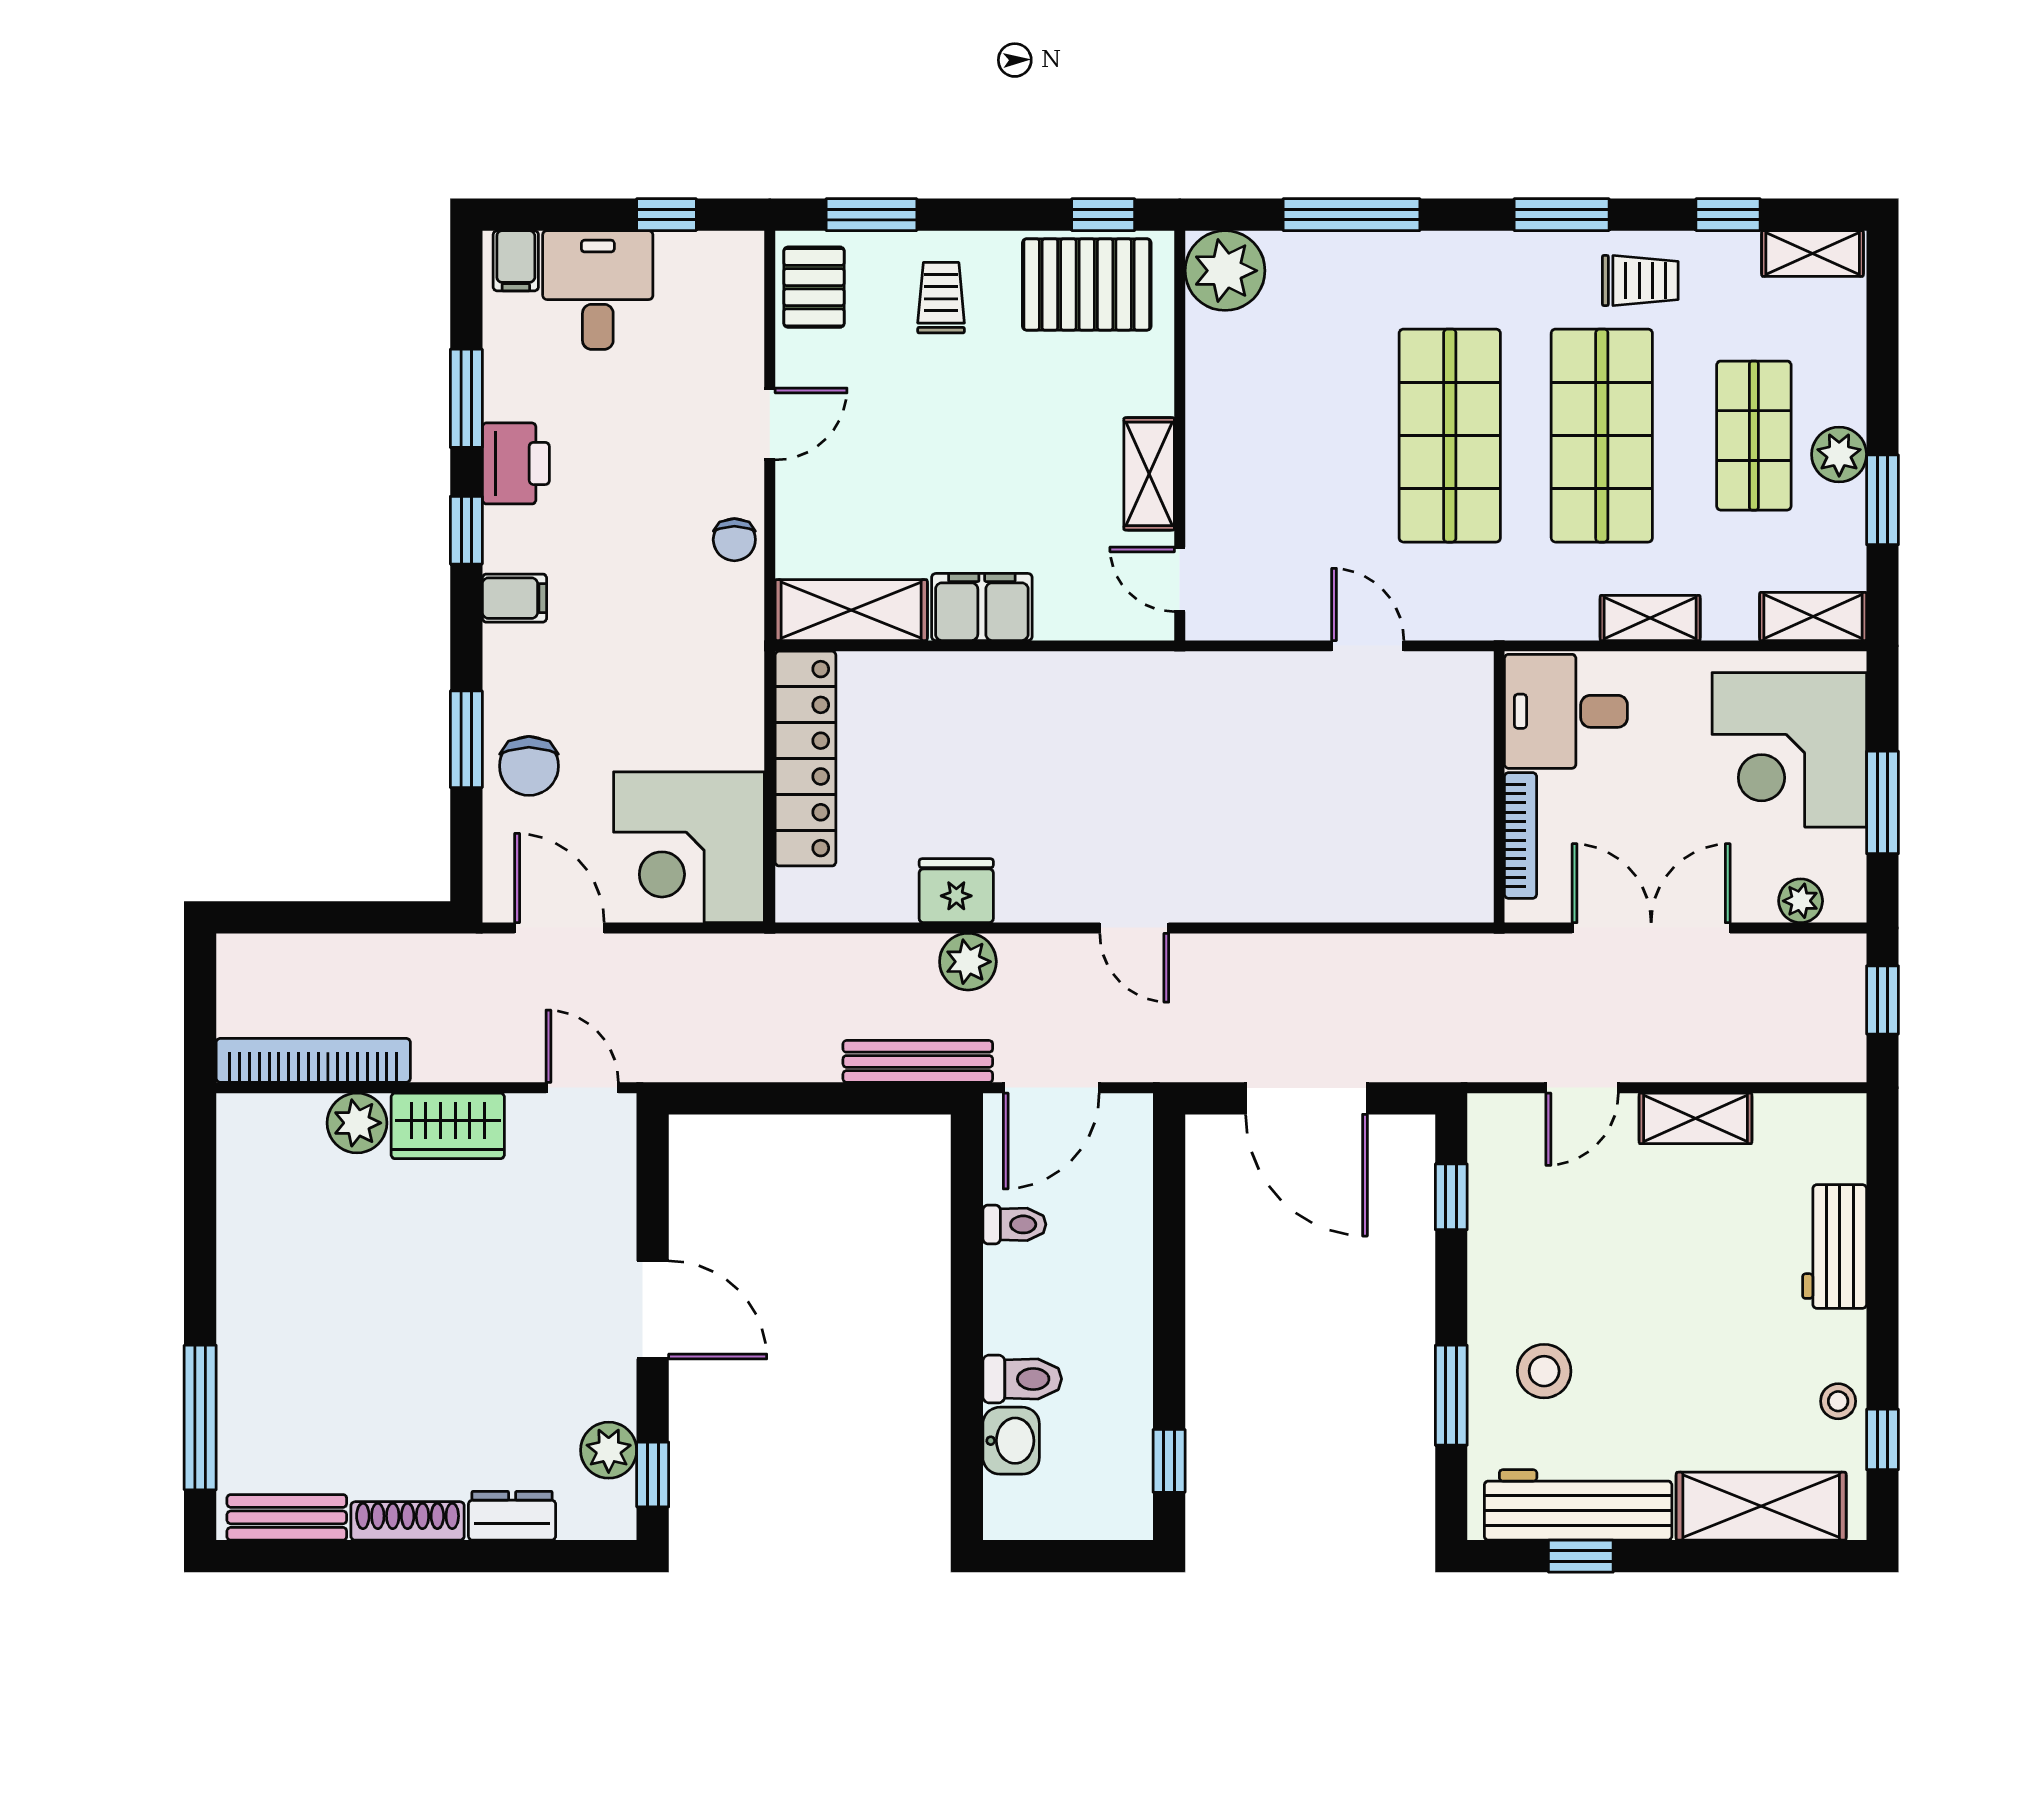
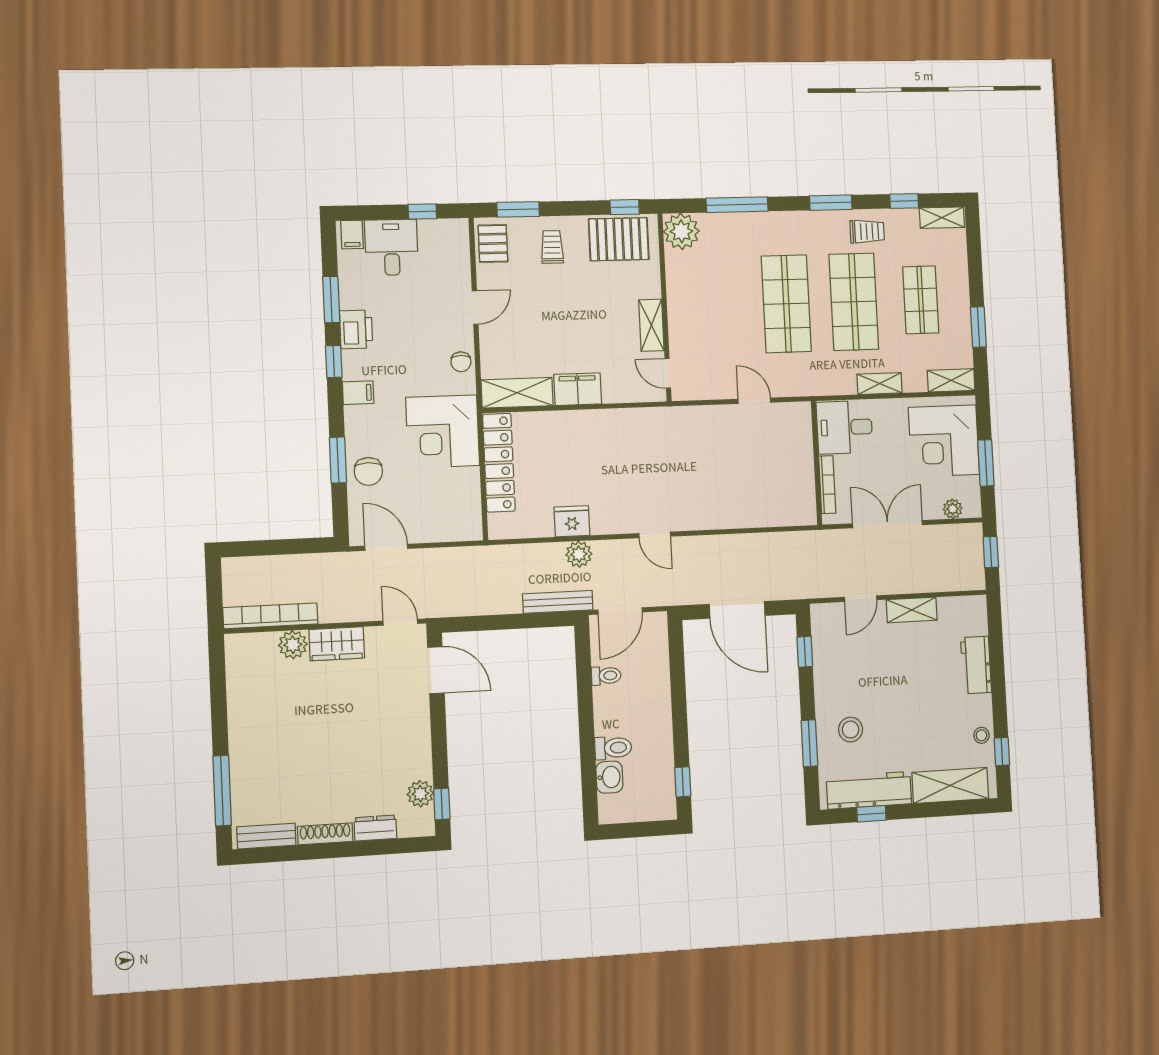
plant: (1839, 454) -> (958, 307), removed
corner desk: (689, 847) -> (443, 432), moved
door: (653, 1310) -> (436, 670), moved

